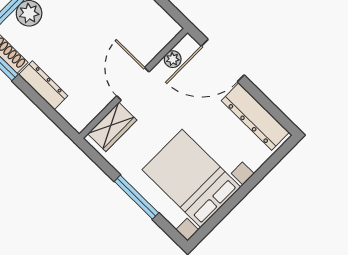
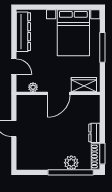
door: (223, 61) -> (14, 67), width x0.53
dresser: (43, 85) -> (94, 133), width x0.70

